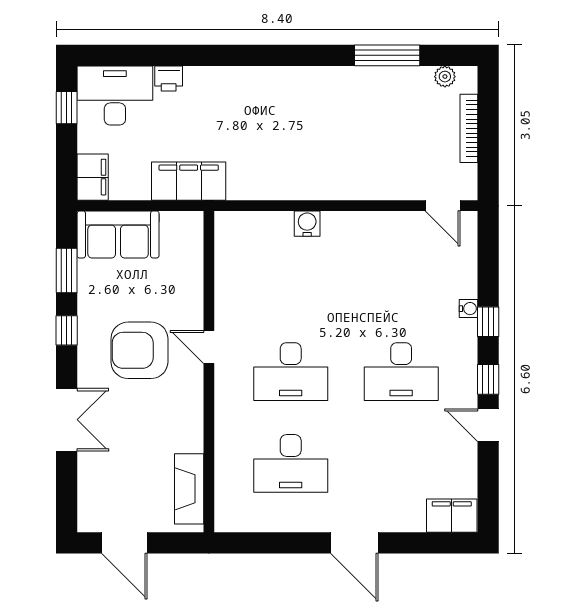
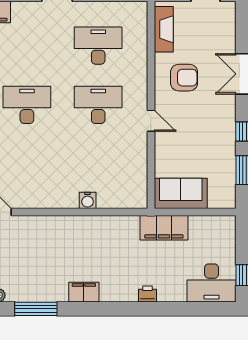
printer: (169, 79) -> (148, 294), moved
filing cabinet: (93, 177) -> (84, 292), moved, turned 90
sofa: (118, 234) -> (181, 193), moved
armchair: (139, 350) -> (184, 78), moved, width x0.73, depth x0.73

